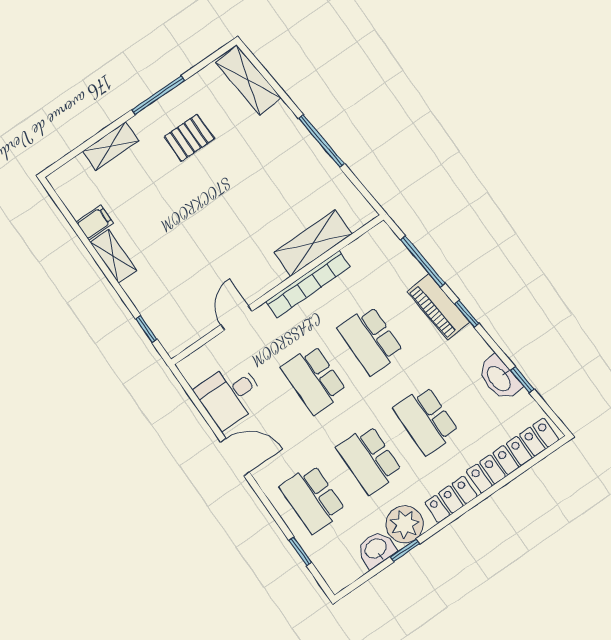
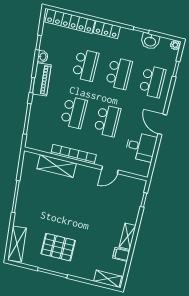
pallet: (189, 138) -> (58, 247), width x1.50, depth x1.42
shelving: (111, 146) -> (108, 279), moved
piano: (438, 307) -> (42, 79), moved
washbasin: (499, 378) -> (43, 57), width x0.52, depth x0.69
plant: (405, 524) -> (175, 45), moved, width x0.53, depth x0.53

